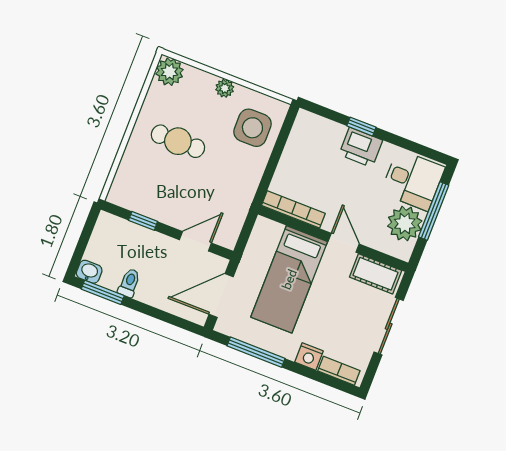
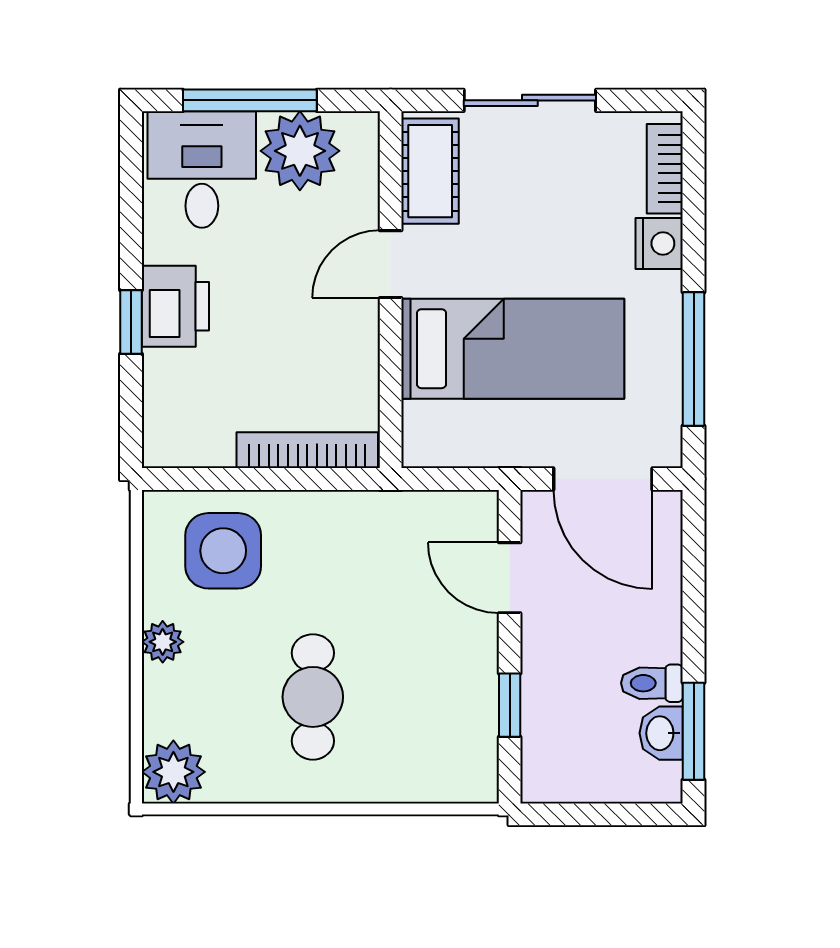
bookcase: (293, 209) -> (307, 450), moved, turned 90
washbasin: (89, 272) -> (661, 733), moved

